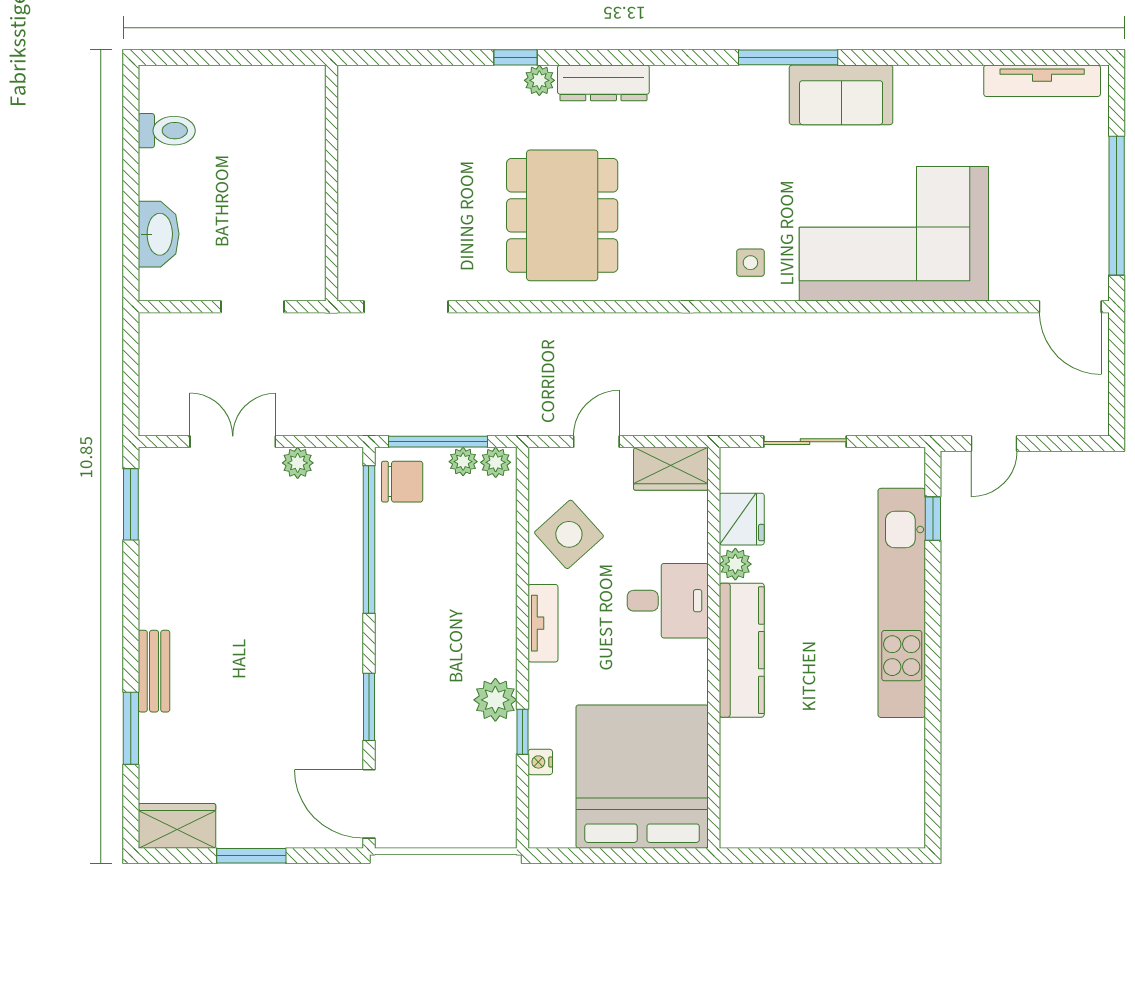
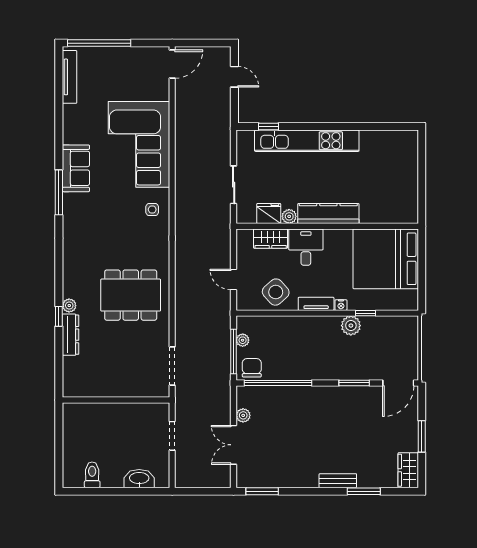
dresser: (603, 83) -> (70, 335), moved
window: (1117, 206) -> (99, 43), moved
door: (994, 444) -> (234, 77), moved
plant: (496, 462) -> (243, 325), removed
wardrobe: (671, 469) -> (271, 239), moved, turned 90
nightstand: (540, 762) -> (341, 305), moved

